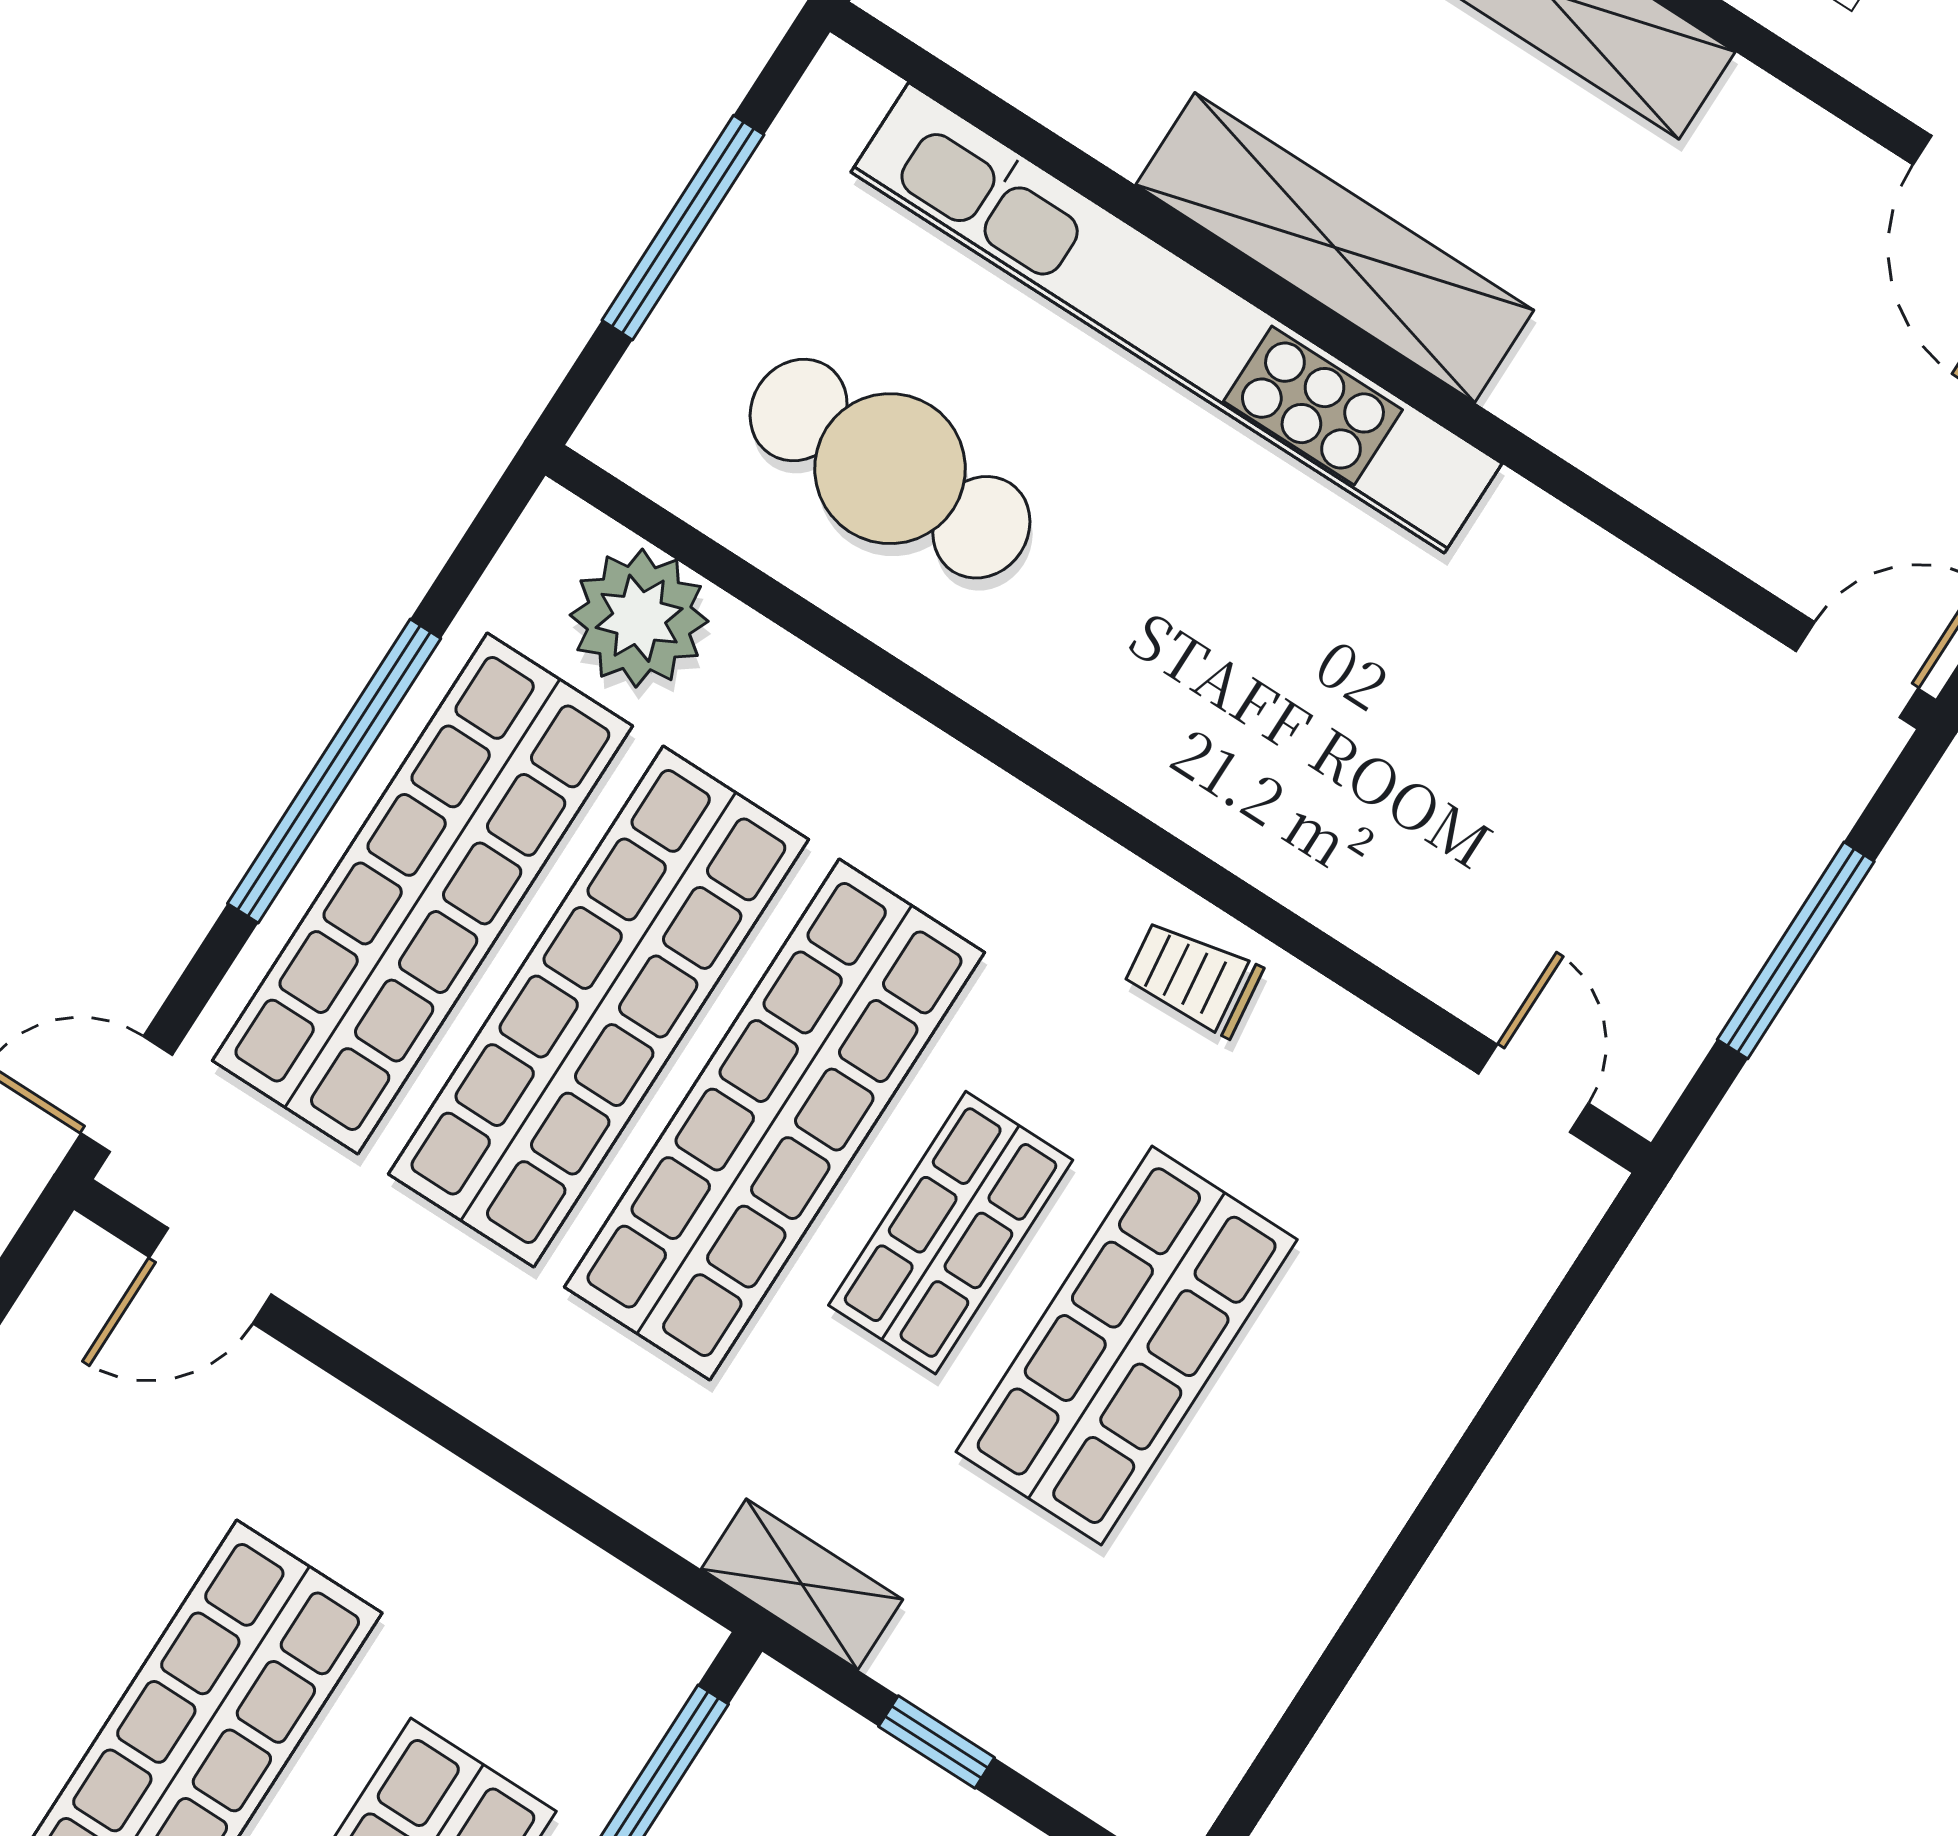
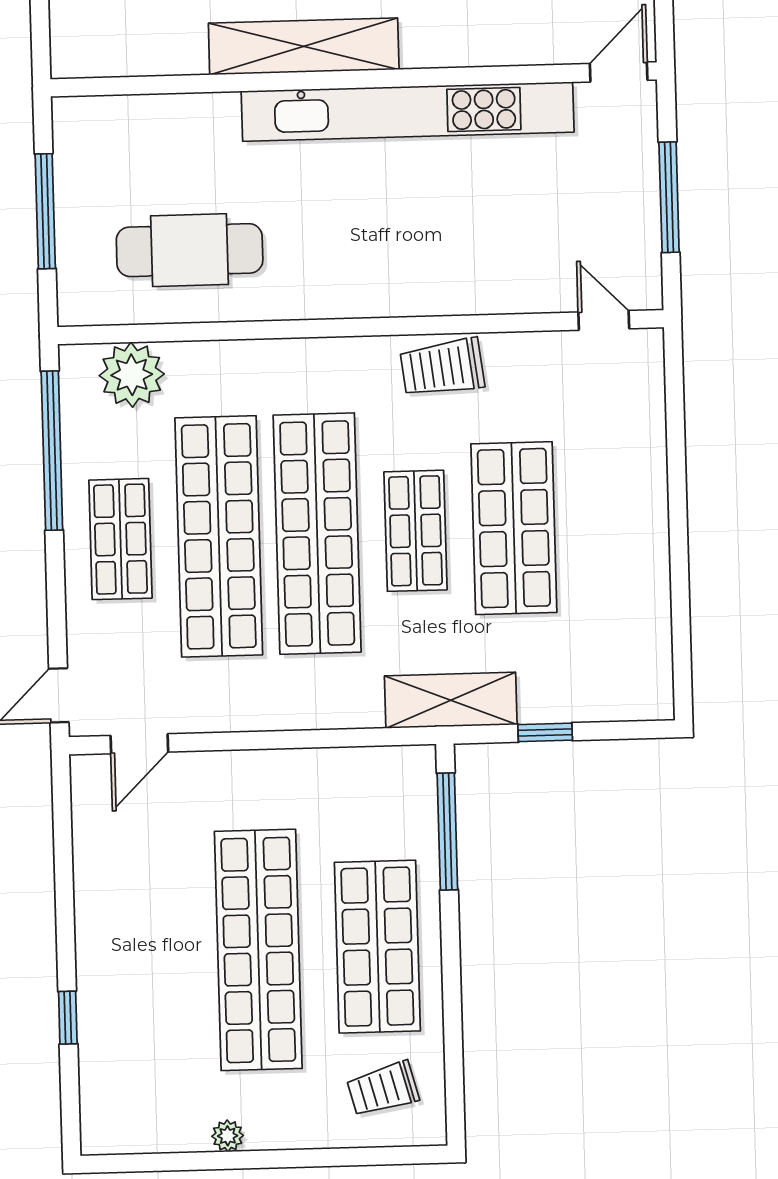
kitchen unit: (1176, 318) -> (408, 112), moved
window: (334, 771) -> (52, 451), moved
shop shelf: (422, 893) -> (120, 539), width x0.50, depth x0.74
trolley: (1193, 978) -> (442, 368), width x1.36, depth x1.39
shelving: (802, 1584) -> (451, 700), width x1.50, depth x1.33

